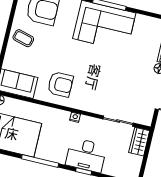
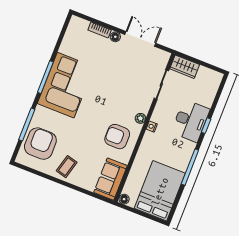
armchair: (60, 84) -> (117, 137), turned -90
plant: (82, 105) -> (140, 118), added

